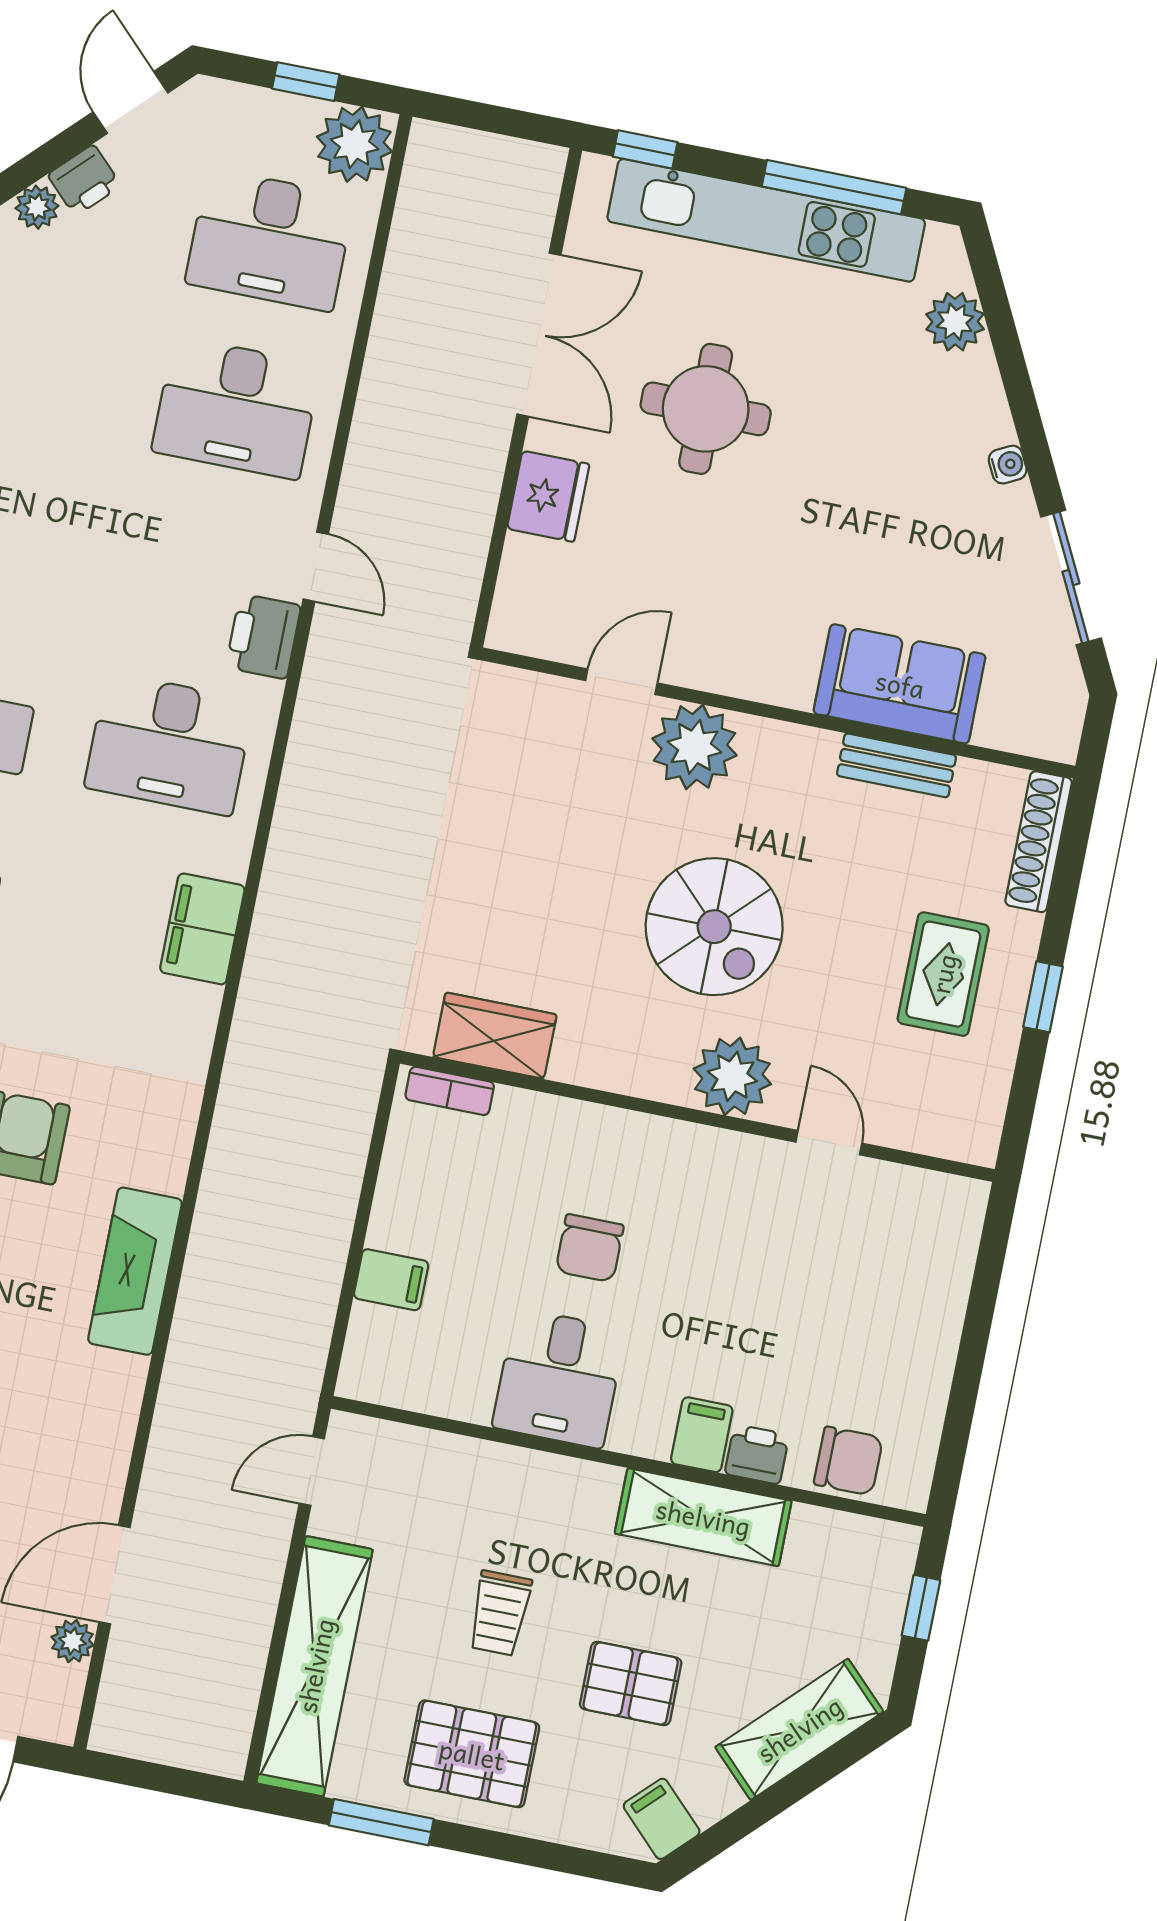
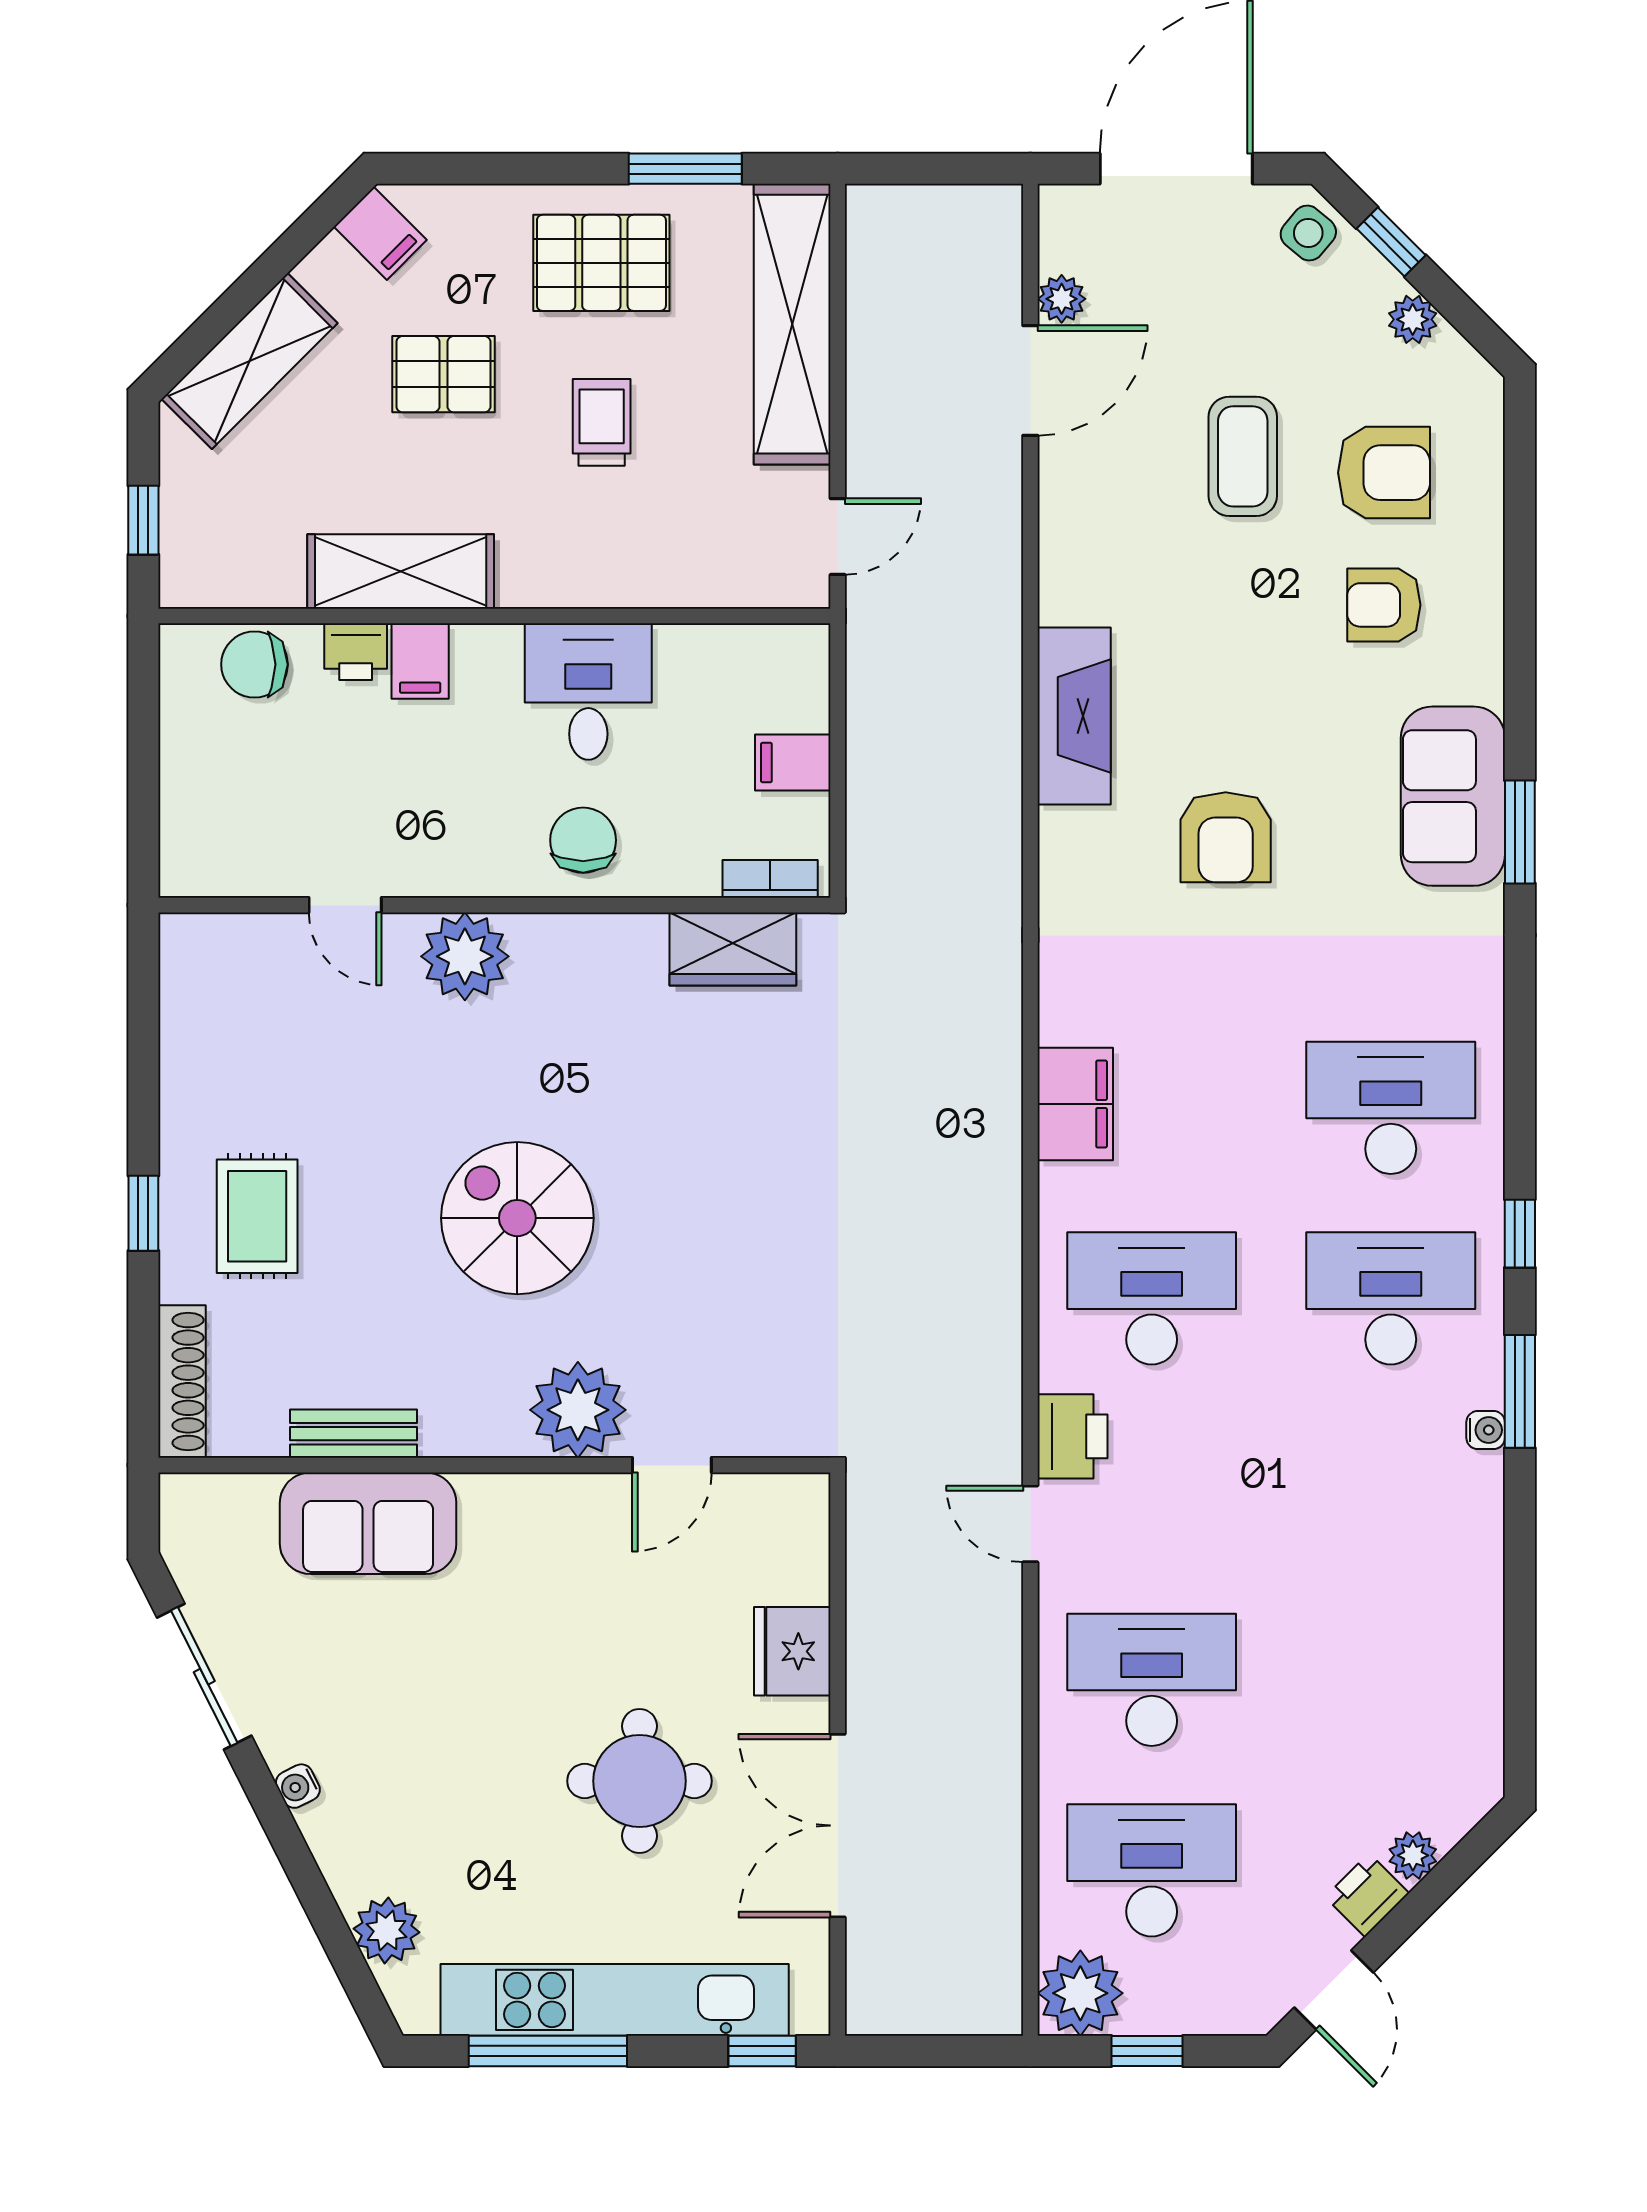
wardrobe: (495, 1036) -> (733, 949), moved
plant: (732, 1076) -> (465, 956), moved
bookcase: (450, 1091) -> (770, 879), moved
wall: (697, 1116) -> (494, 905), moved
door: (829, 1143) -> (345, 905), moved

